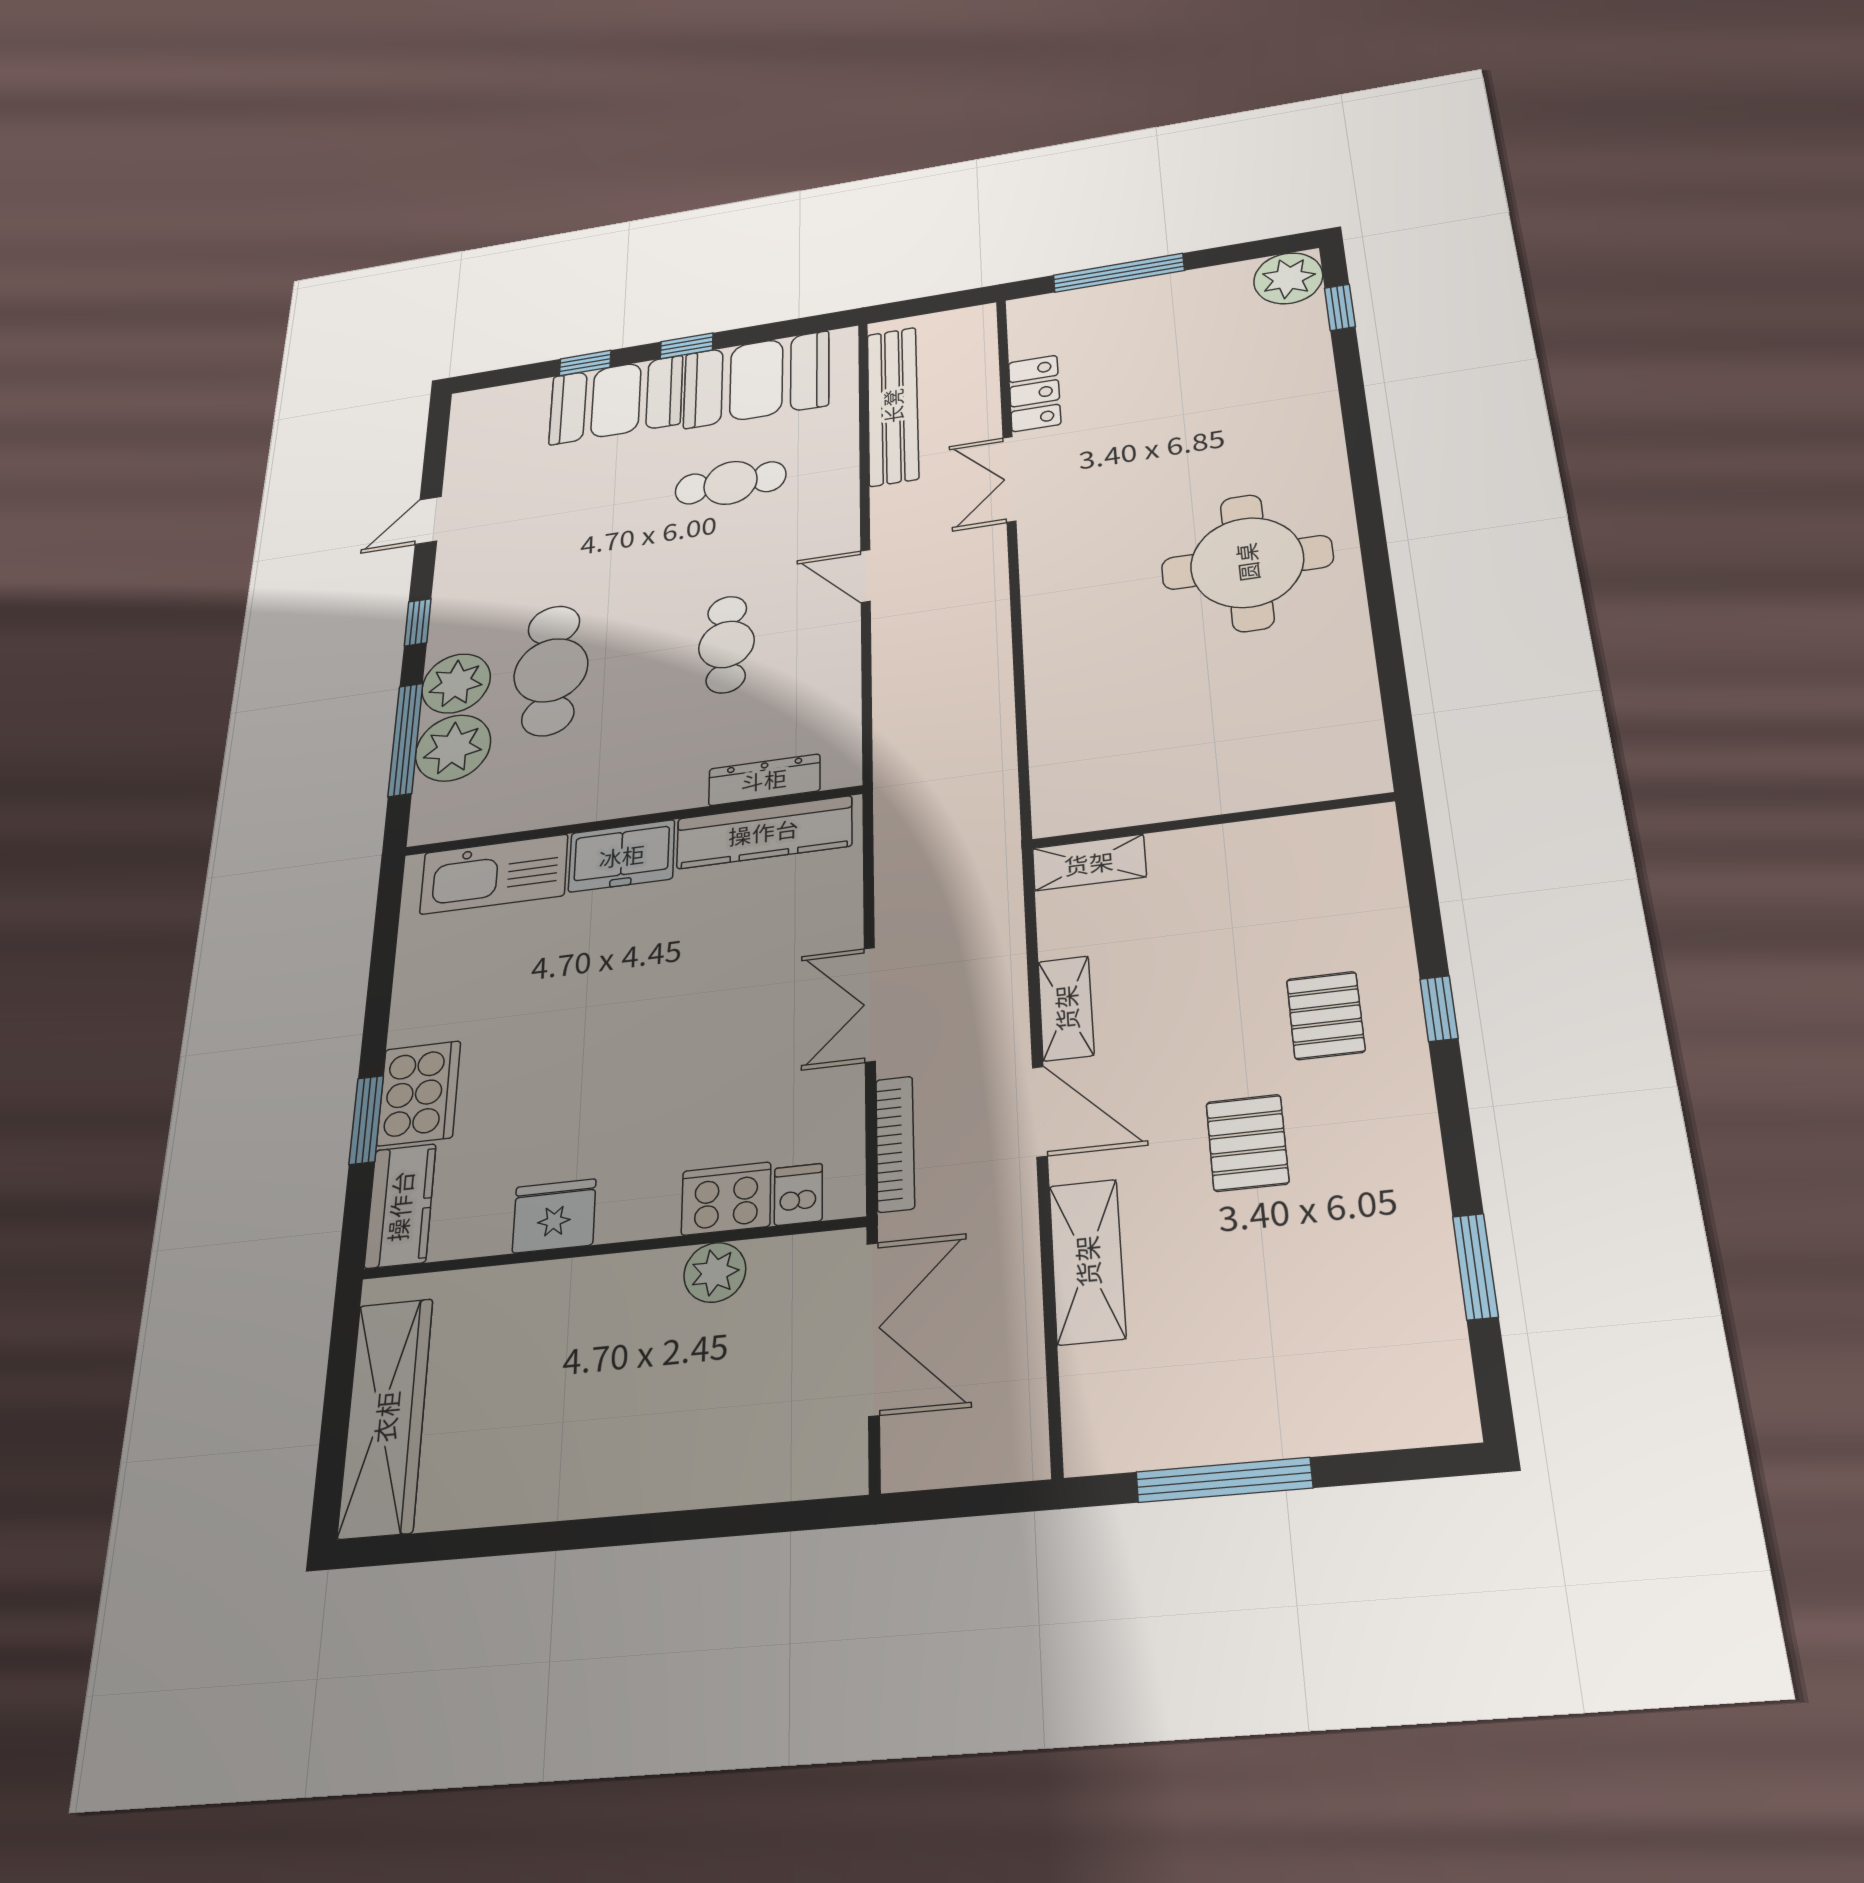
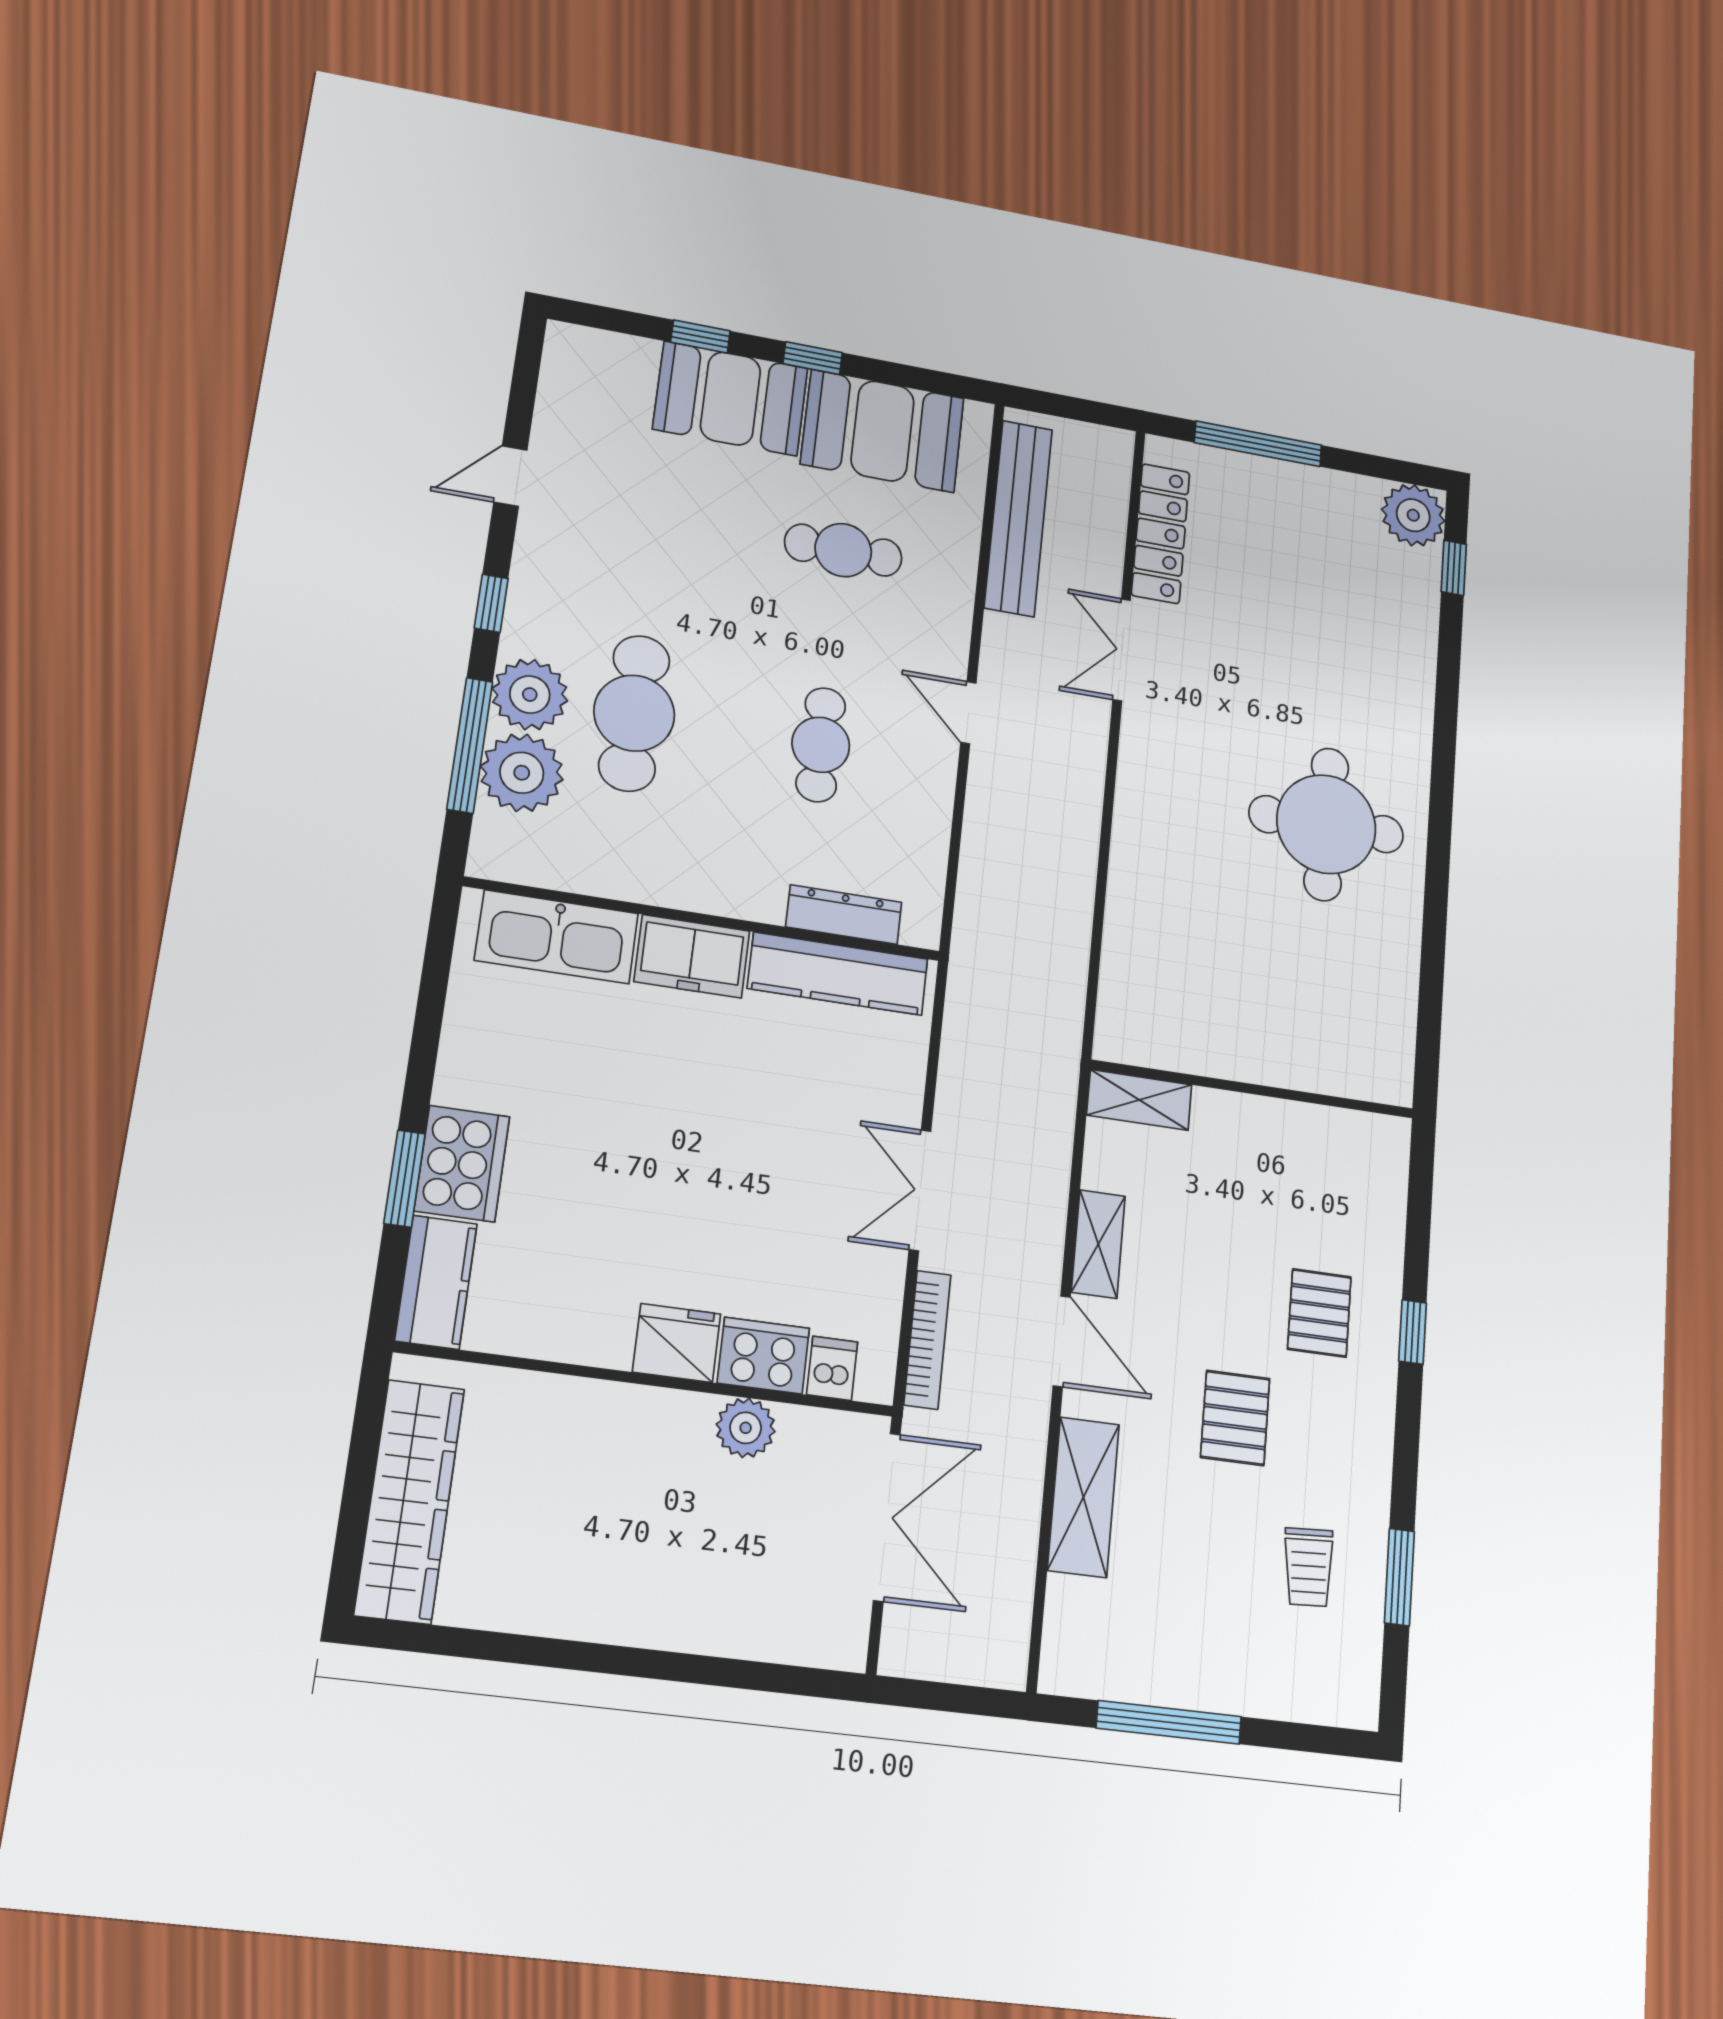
locker: (1035, 393) -> (1161, 533), width x1.53
fridge: (554, 1216) -> (677, 1343), moved
trolley: (1362, 1279) -> (1309, 1567), added

